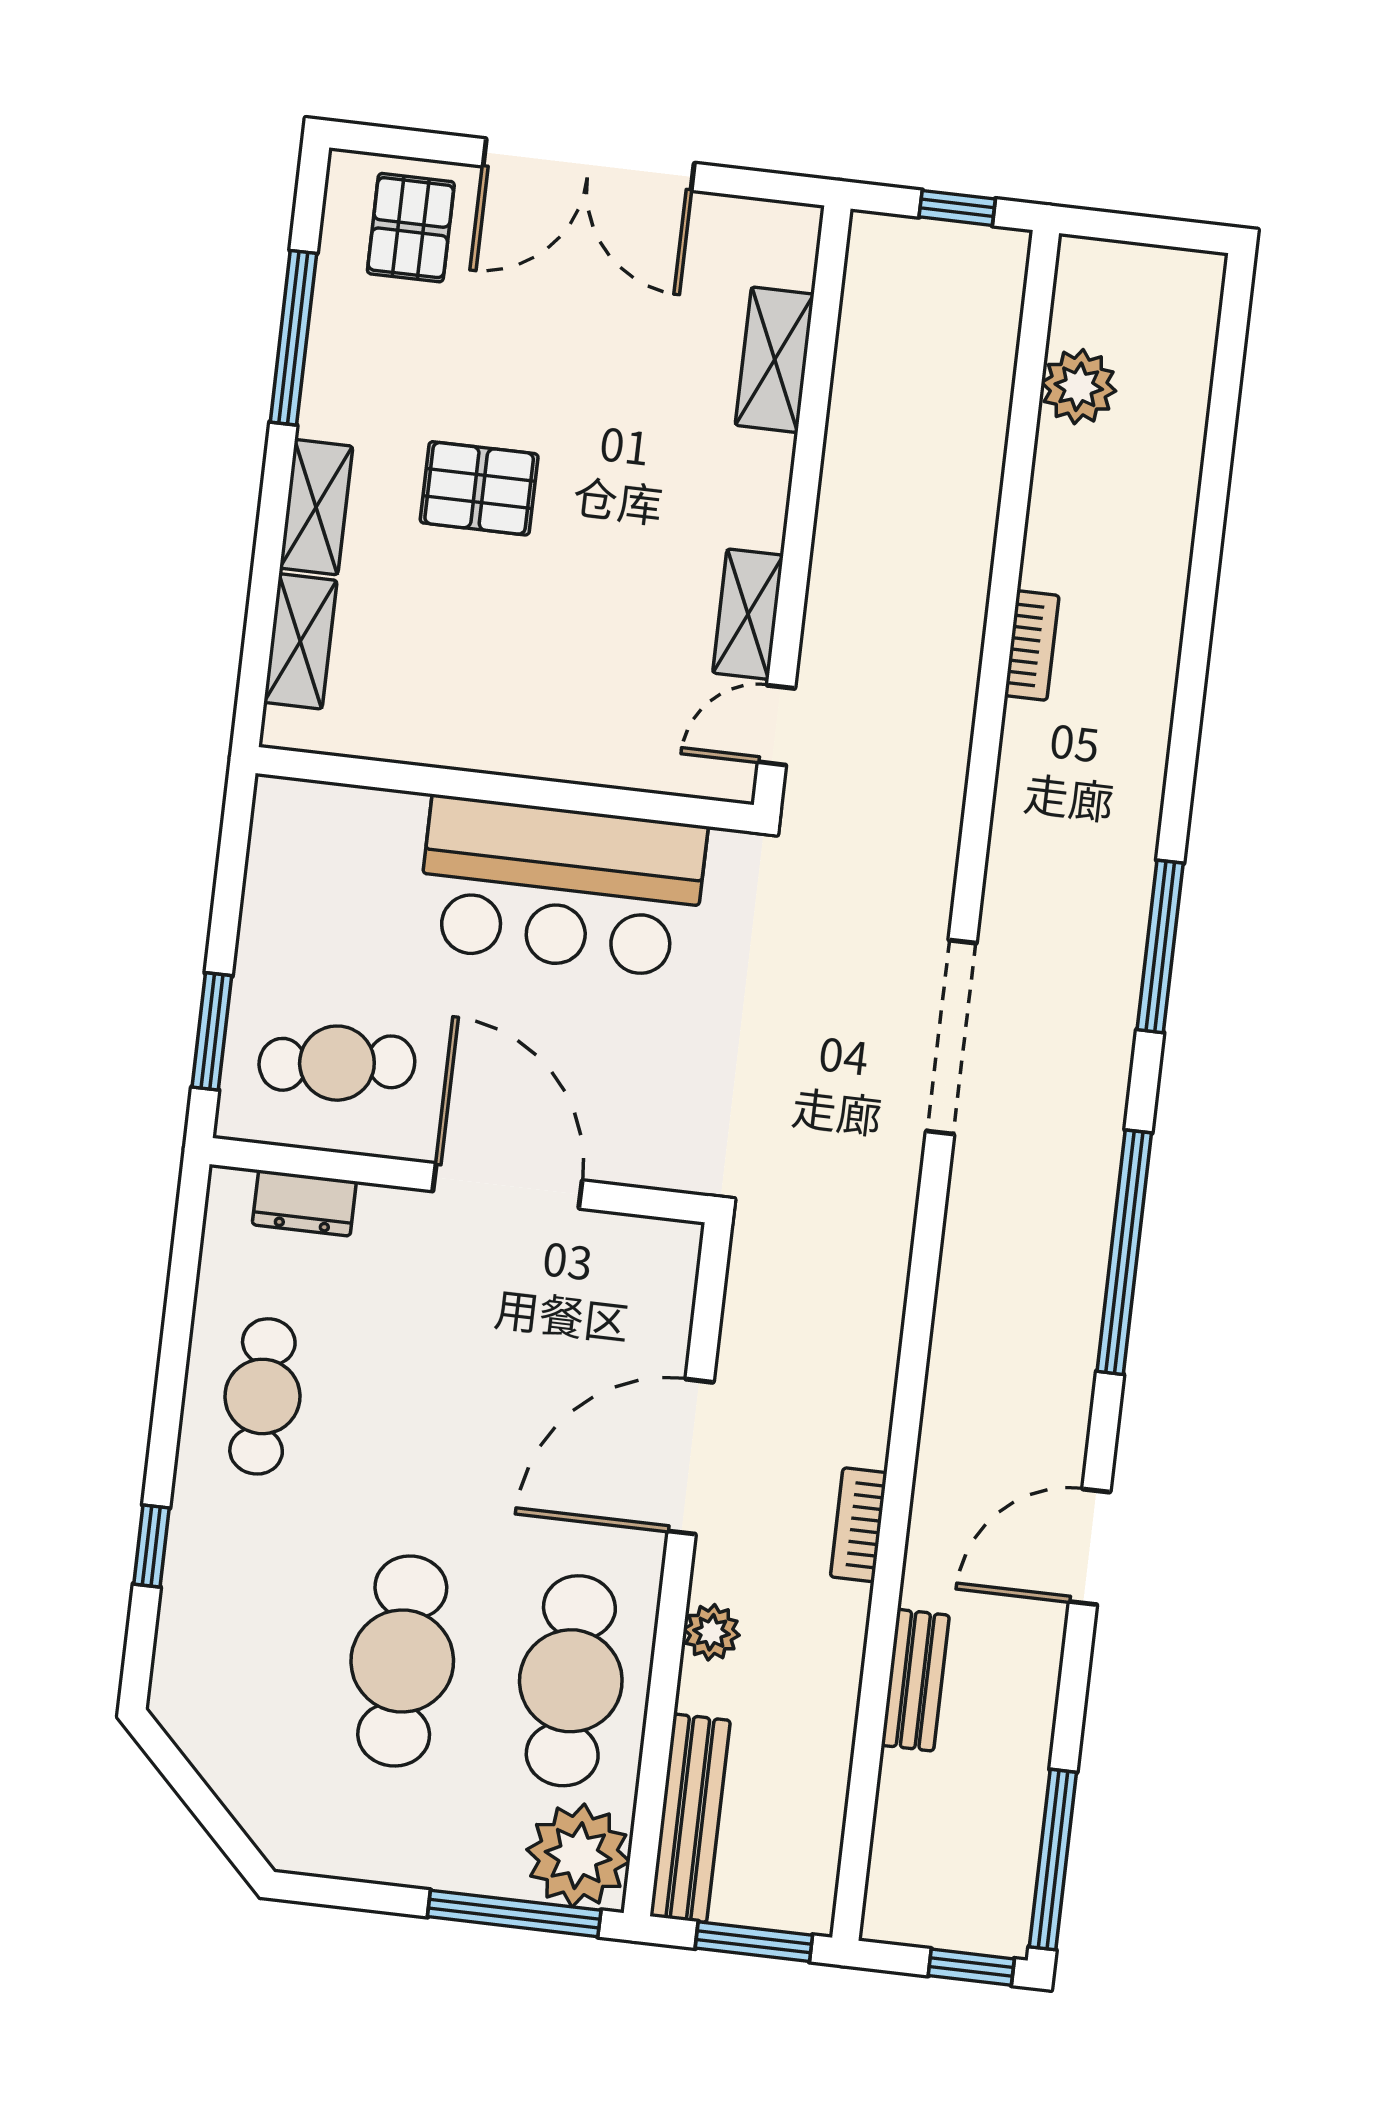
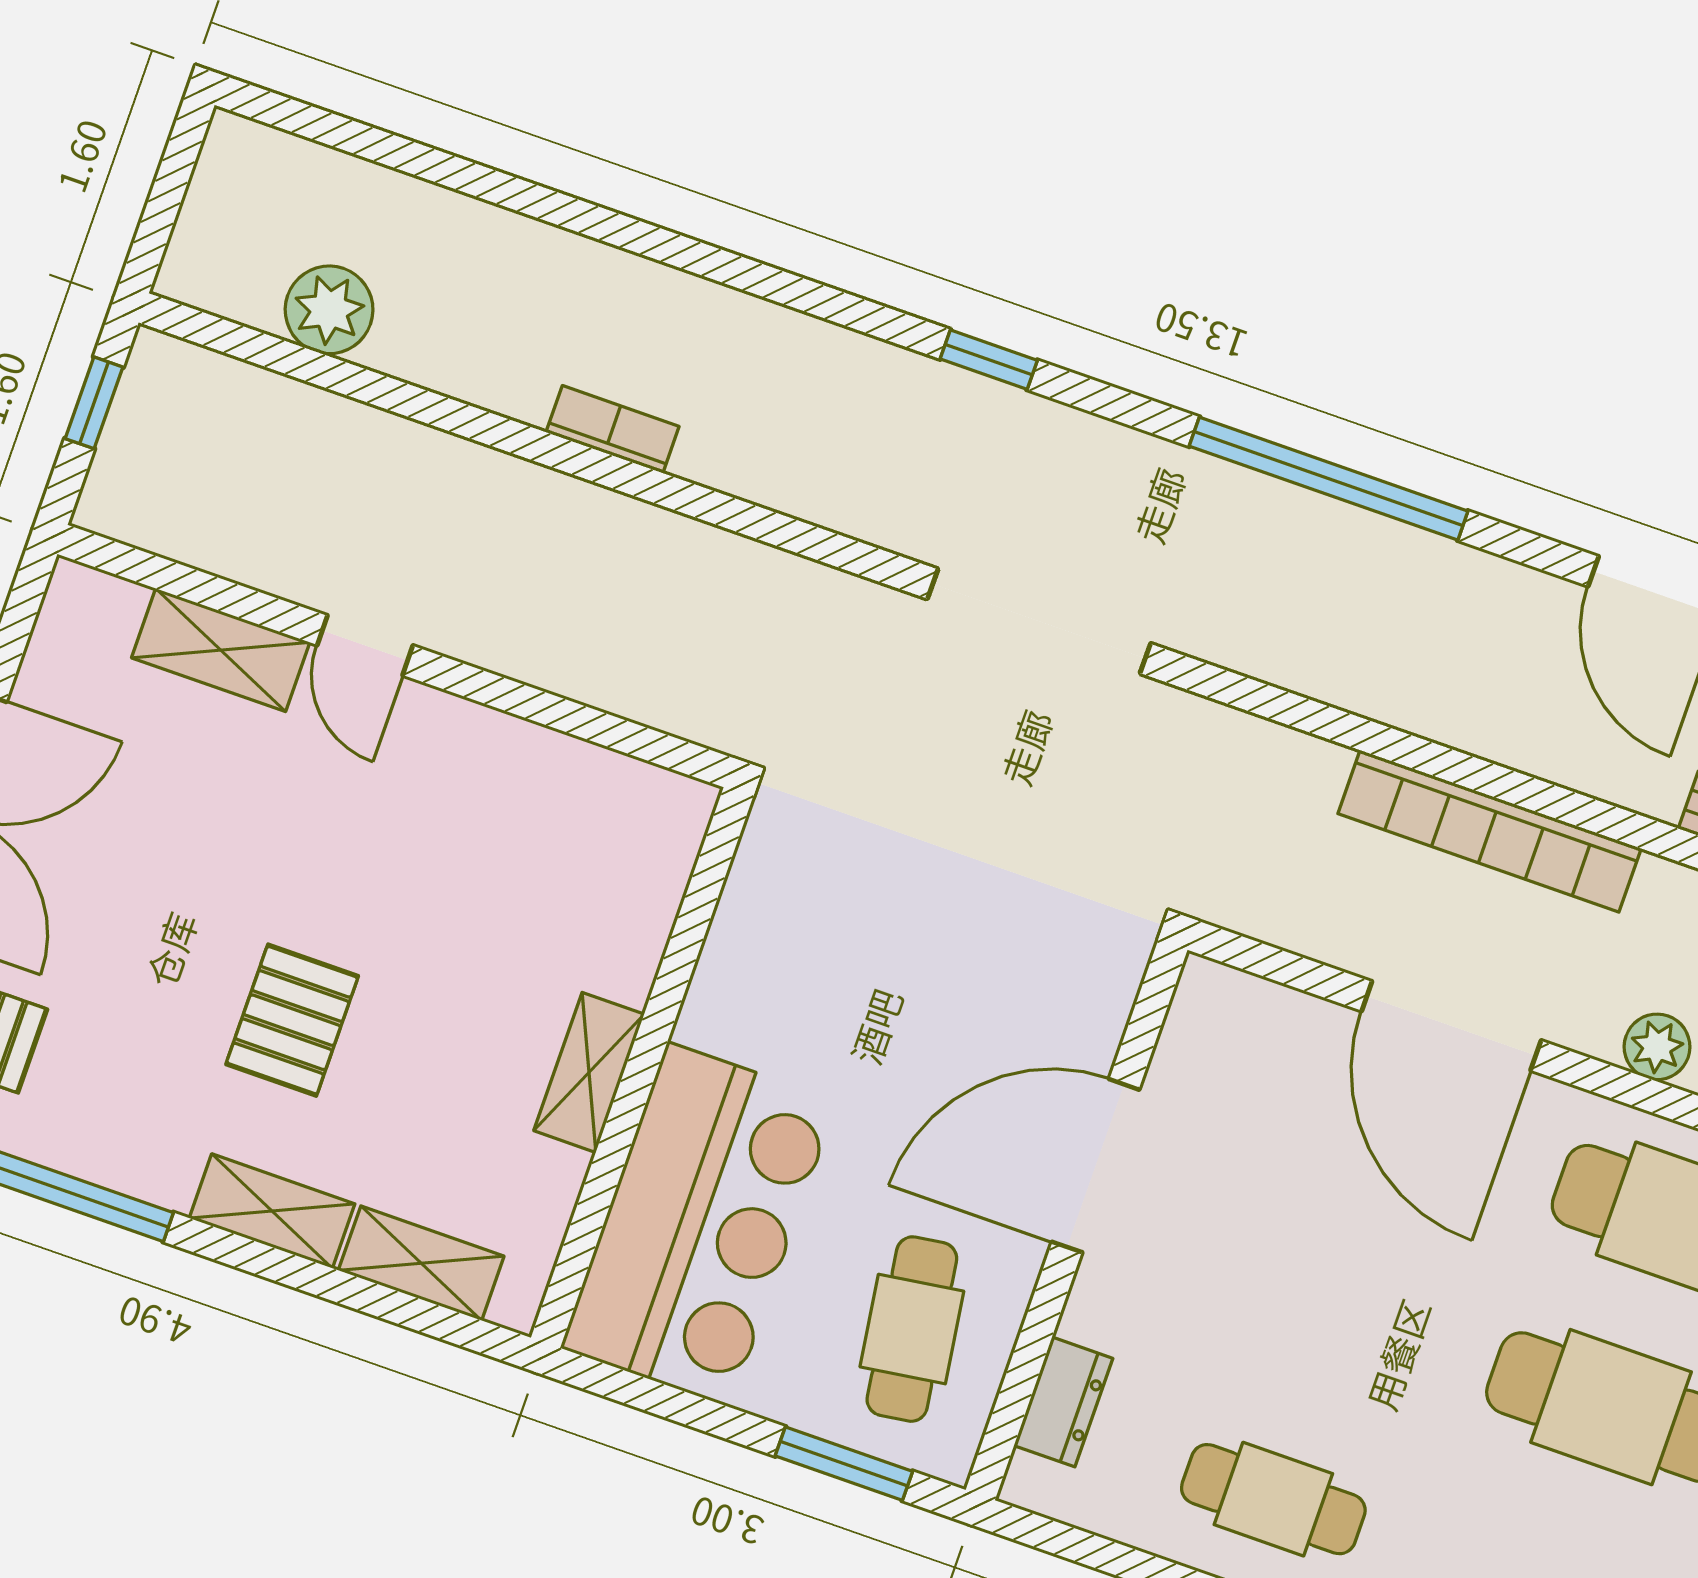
shelving: (748, 614) -> (589, 1072), moved, turned 90
door: (776, 725) -> (365, 645), moved
bar counter: (561, 887) -> (699, 1225), moved
window: (1160, 946) -> (989, 360), width x0.46
bookcase: (859, 1525) -> (1490, 831), width x2.31, depth x1.31

